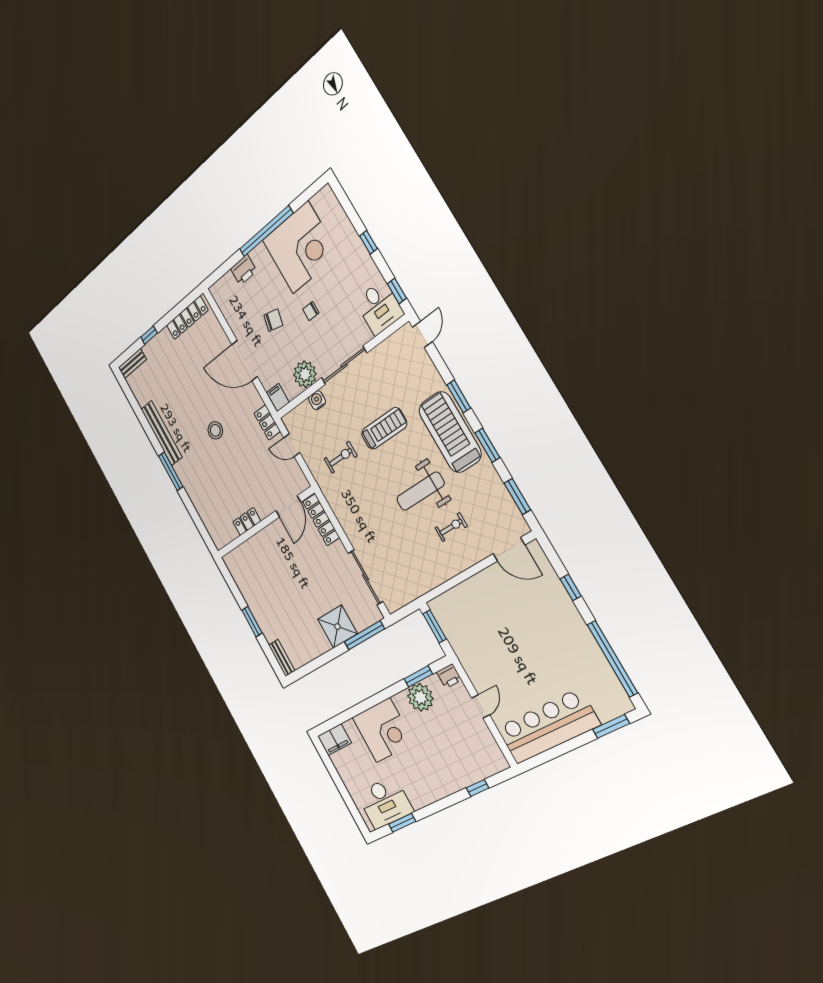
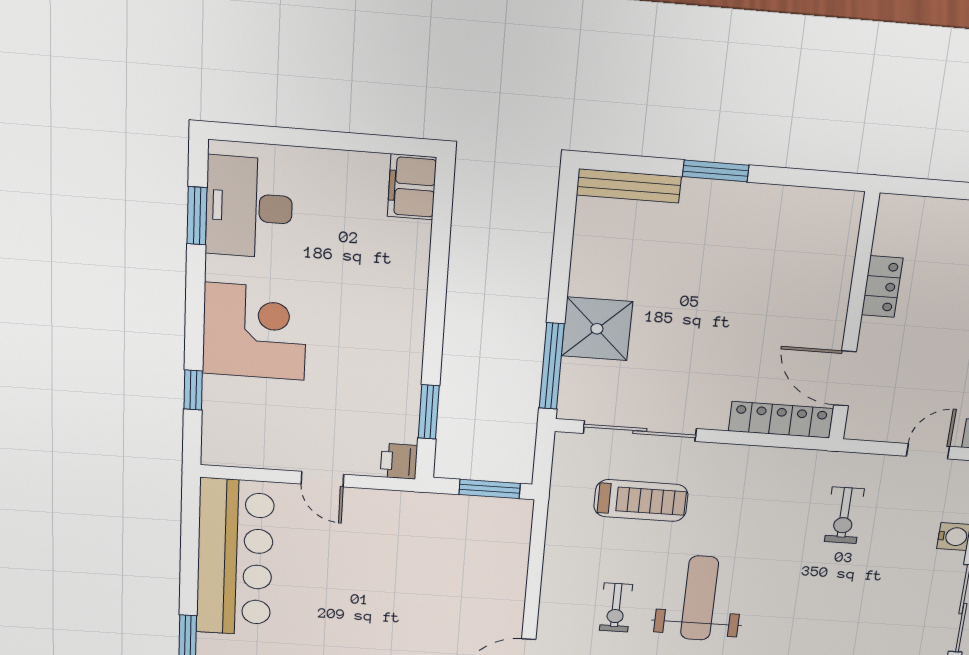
treadmill: (384, 428) -> (641, 501), moved, turned -90
bench: (282, 658) -> (629, 186), width x1.36
plant: (420, 697) -> (393, 393), removed
corner desk: (383, 730) -> (255, 332), moved, turned 180

